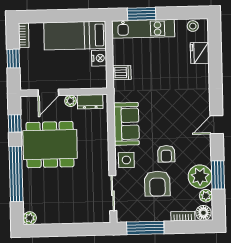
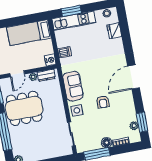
nightstand: (99, 58) -> (50, 60), moved
door: (217, 125) -> (133, 77), width x1.87
window: (218, 175) -> (142, 122), moved
plant: (200, 177) -> (128, 113), removed
armchair: (157, 184) -> (100, 123), removed
floor lamp: (203, 213) -> (107, 143), moved

